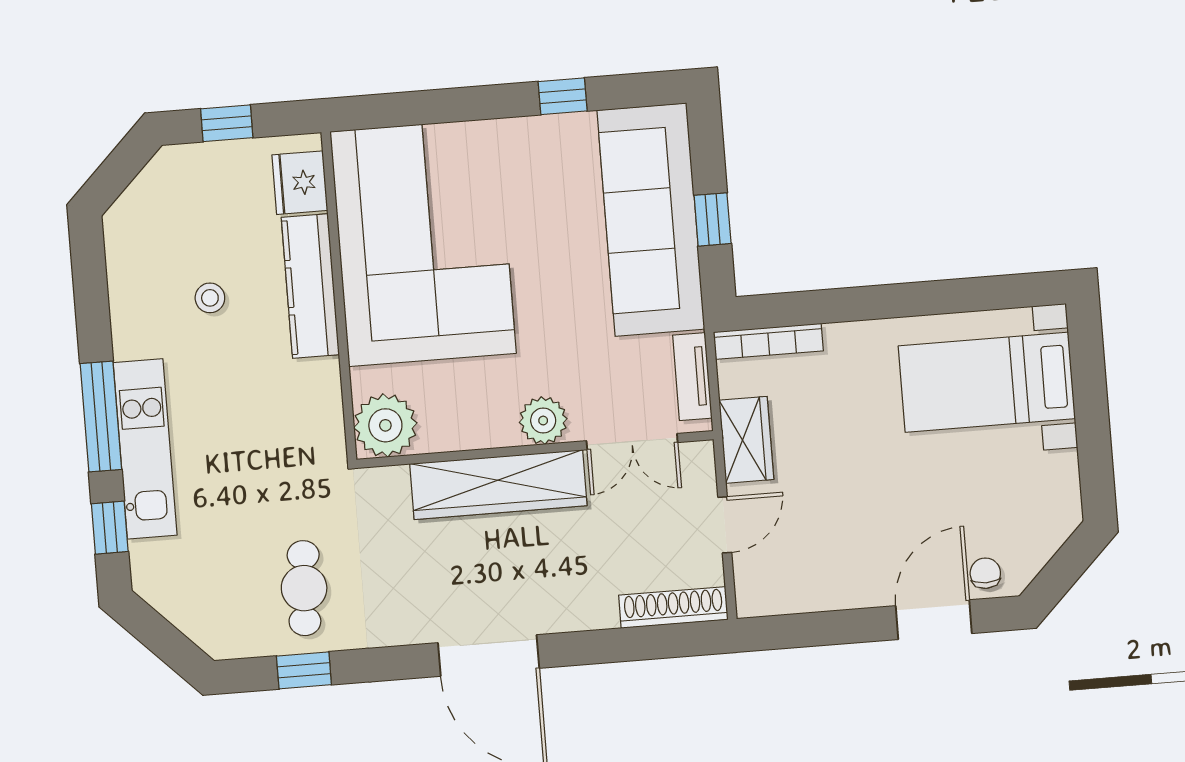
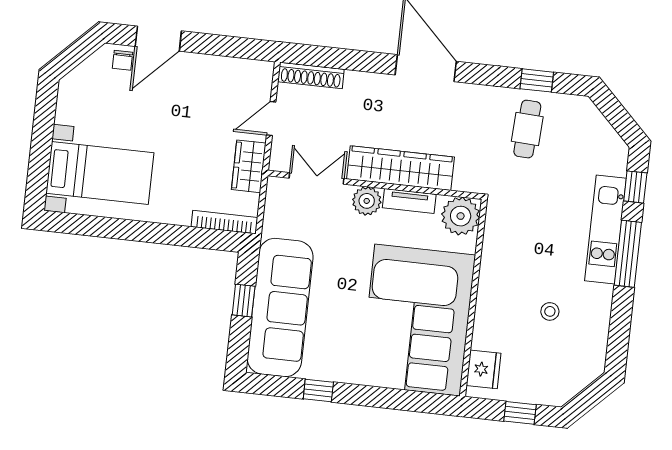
kitchen counter: (310, 286) -> (489, 307), removed
tv unit: (692, 377) -> (409, 201), moved, turned 90

